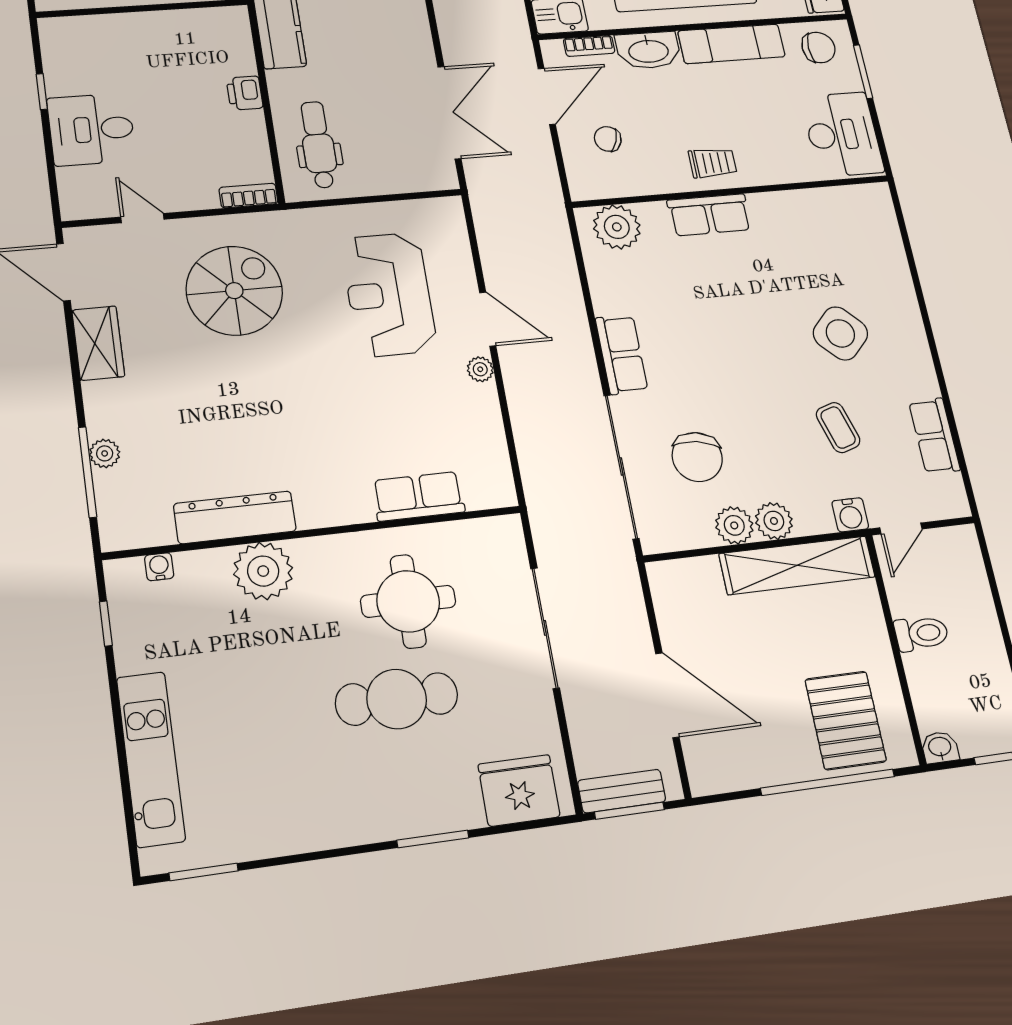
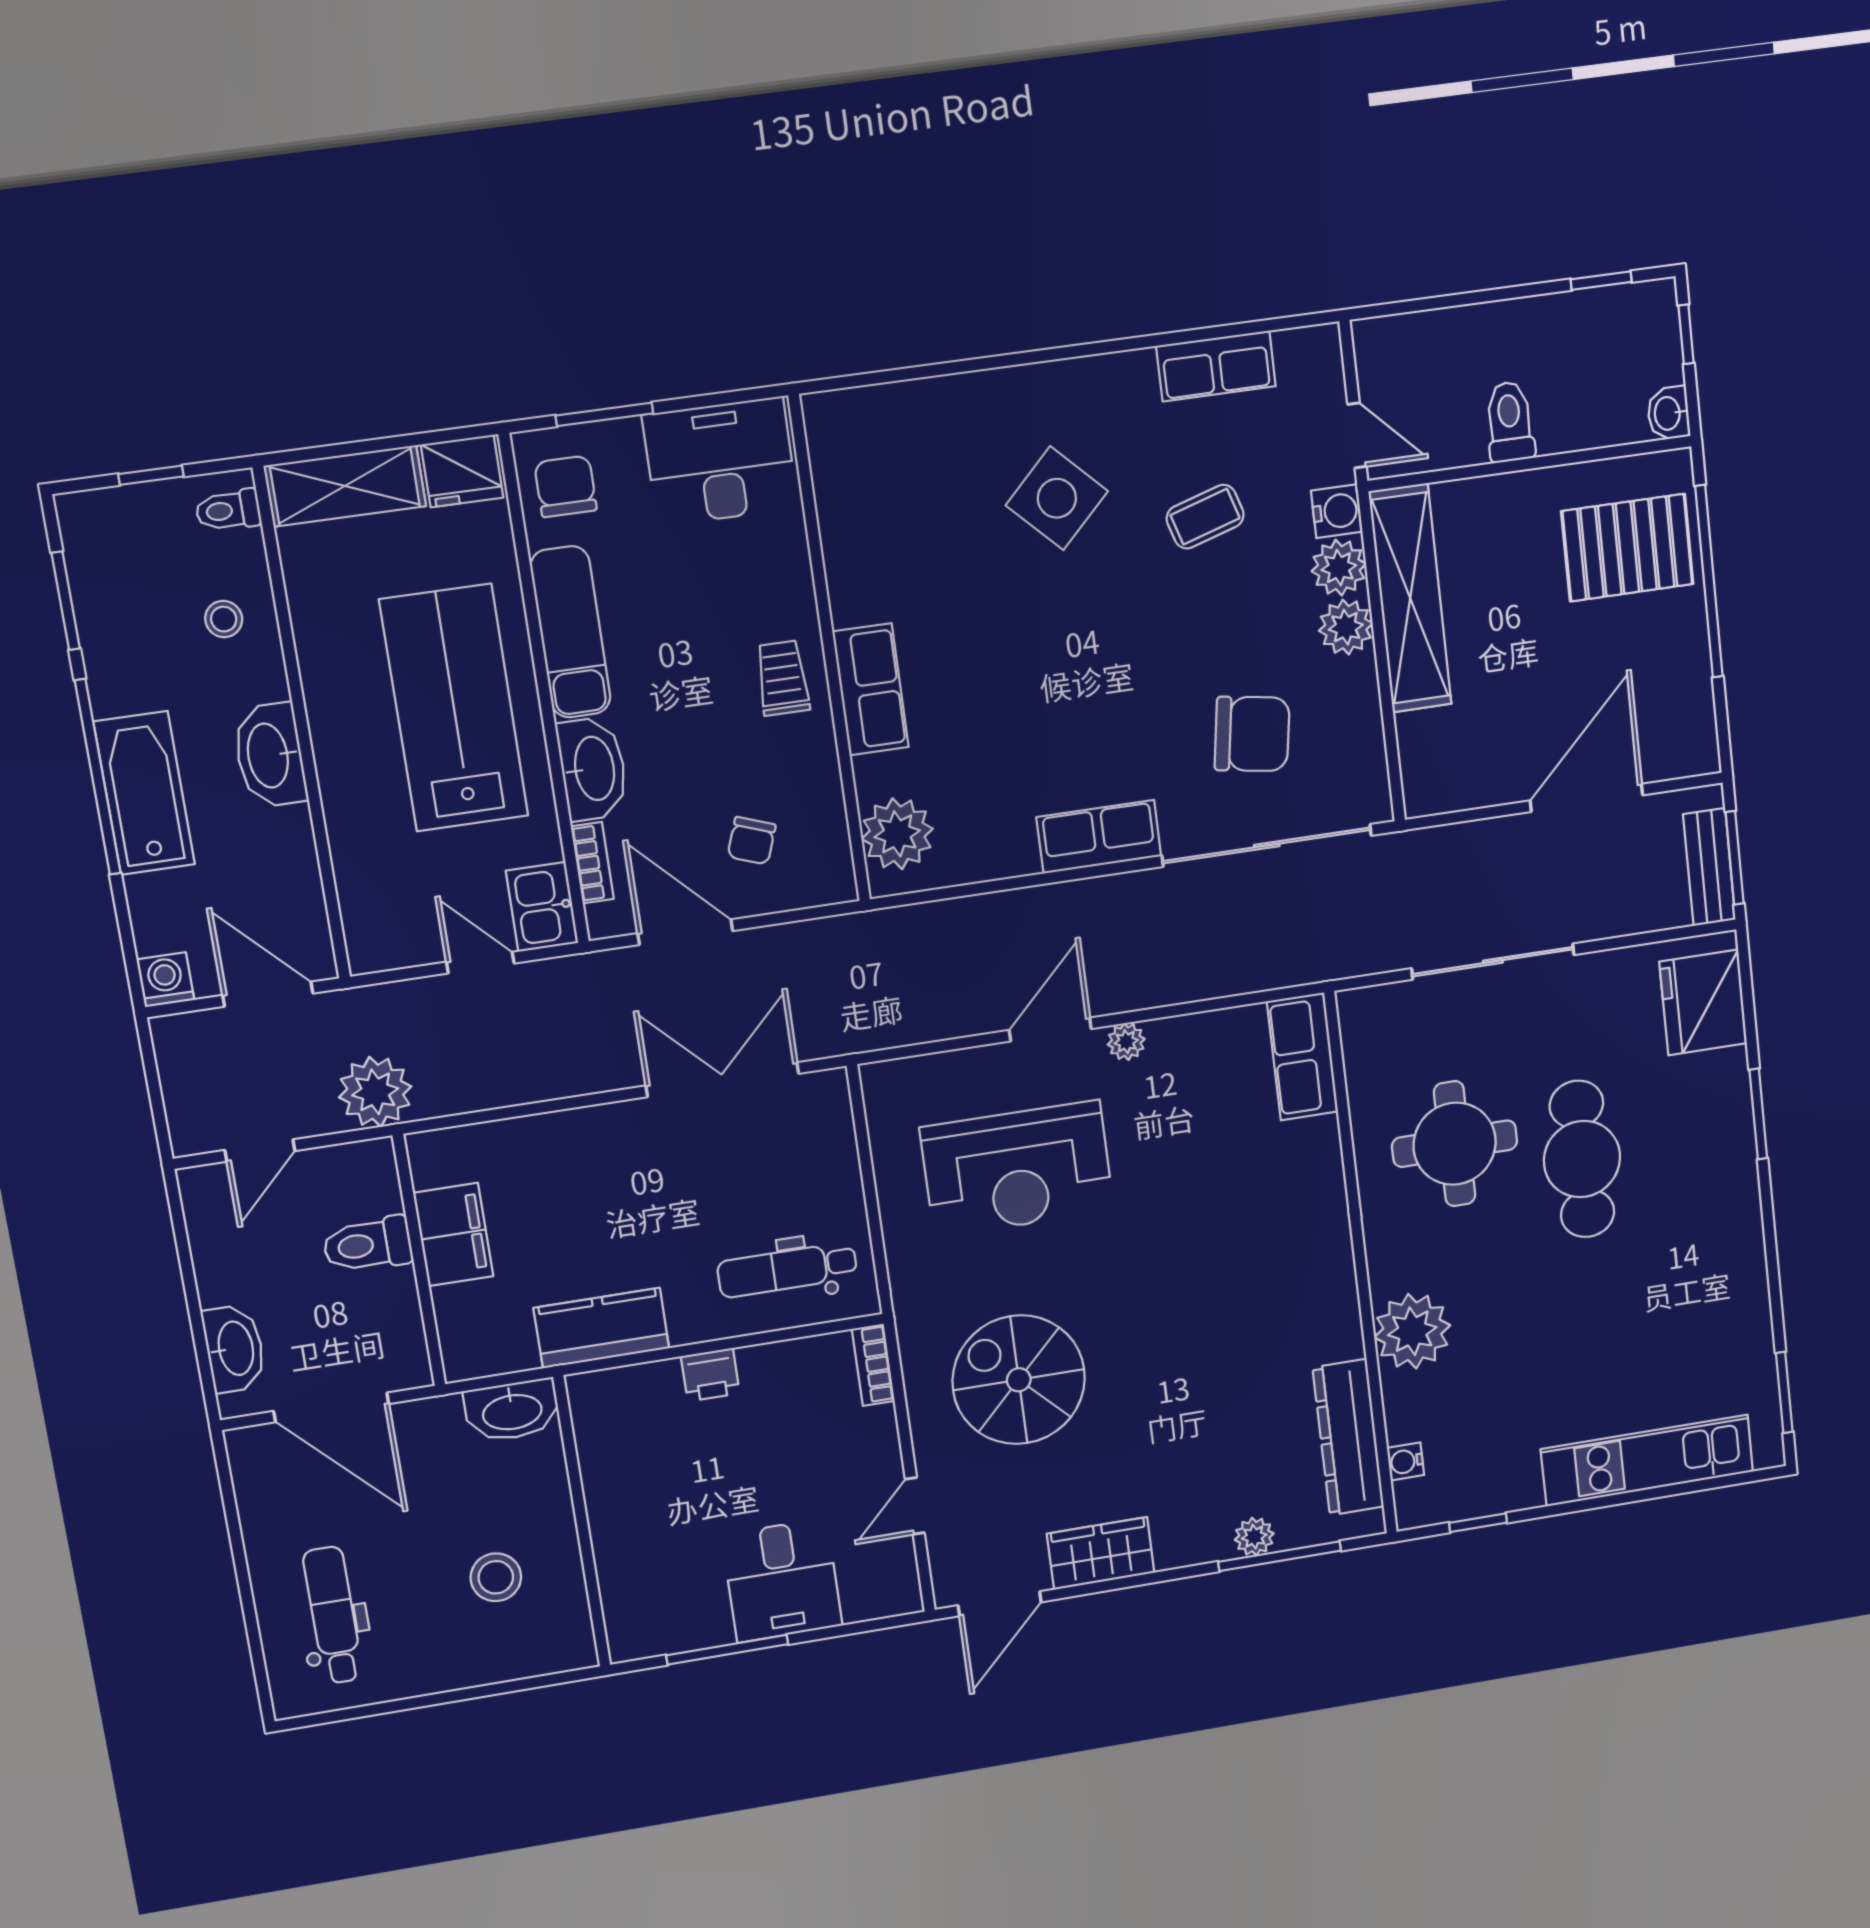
window: (42, 92) -> (727, 1650), width x2.17
row of seats: (418, 496) -> (1303, 1057), moved
dresser: (235, 517) -> (1348, 1437), moved
plant: (734, 525) -> (1339, 568), moved

